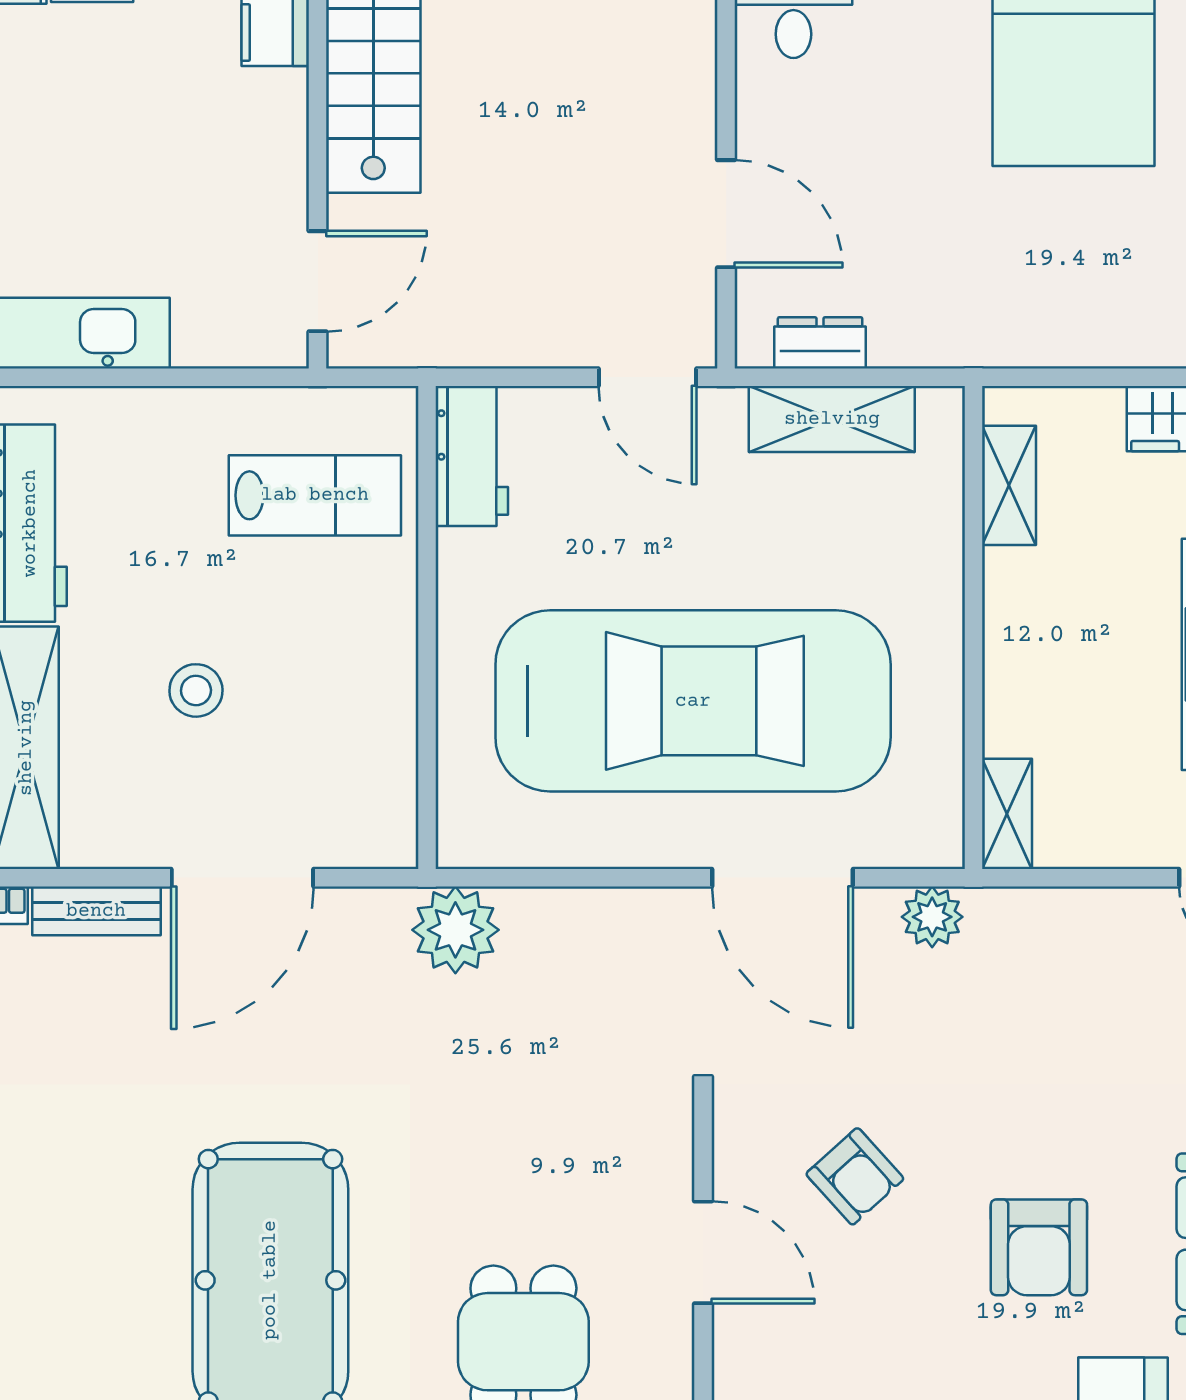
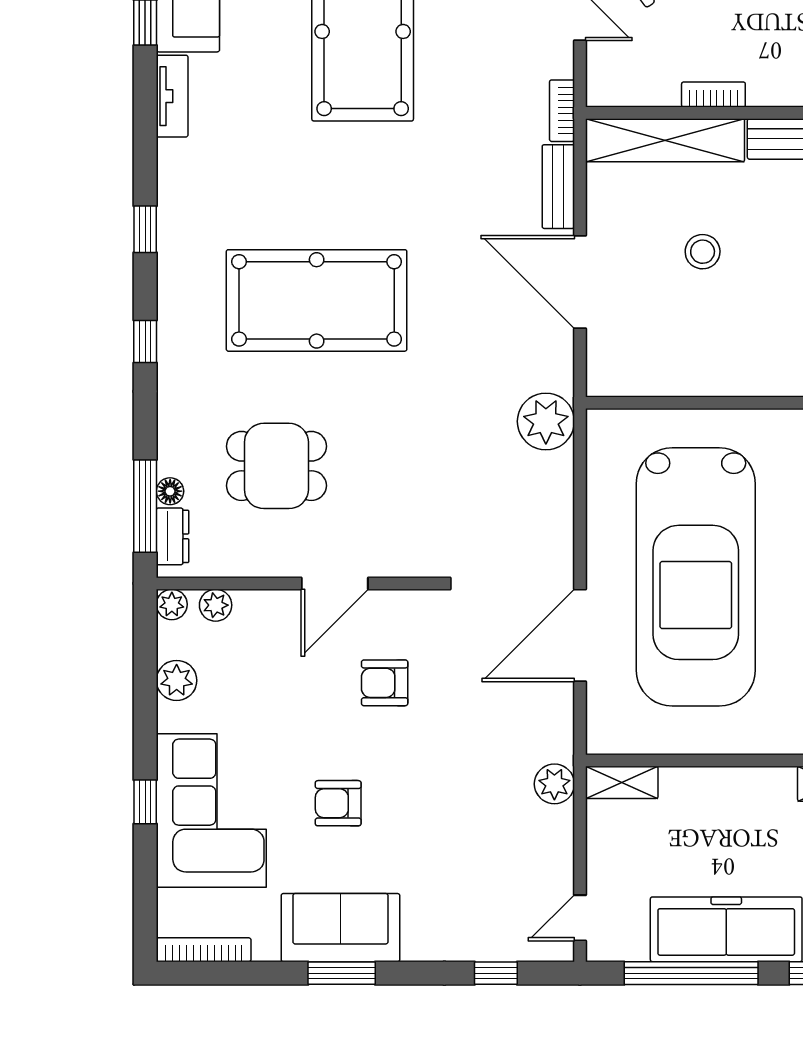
plant: (932, 917) -> (554, 784), moved
armchair: (855, 1176) -> (385, 683), turned 42
armchair: (1039, 1247) -> (338, 803), width x0.72, depth x0.72

